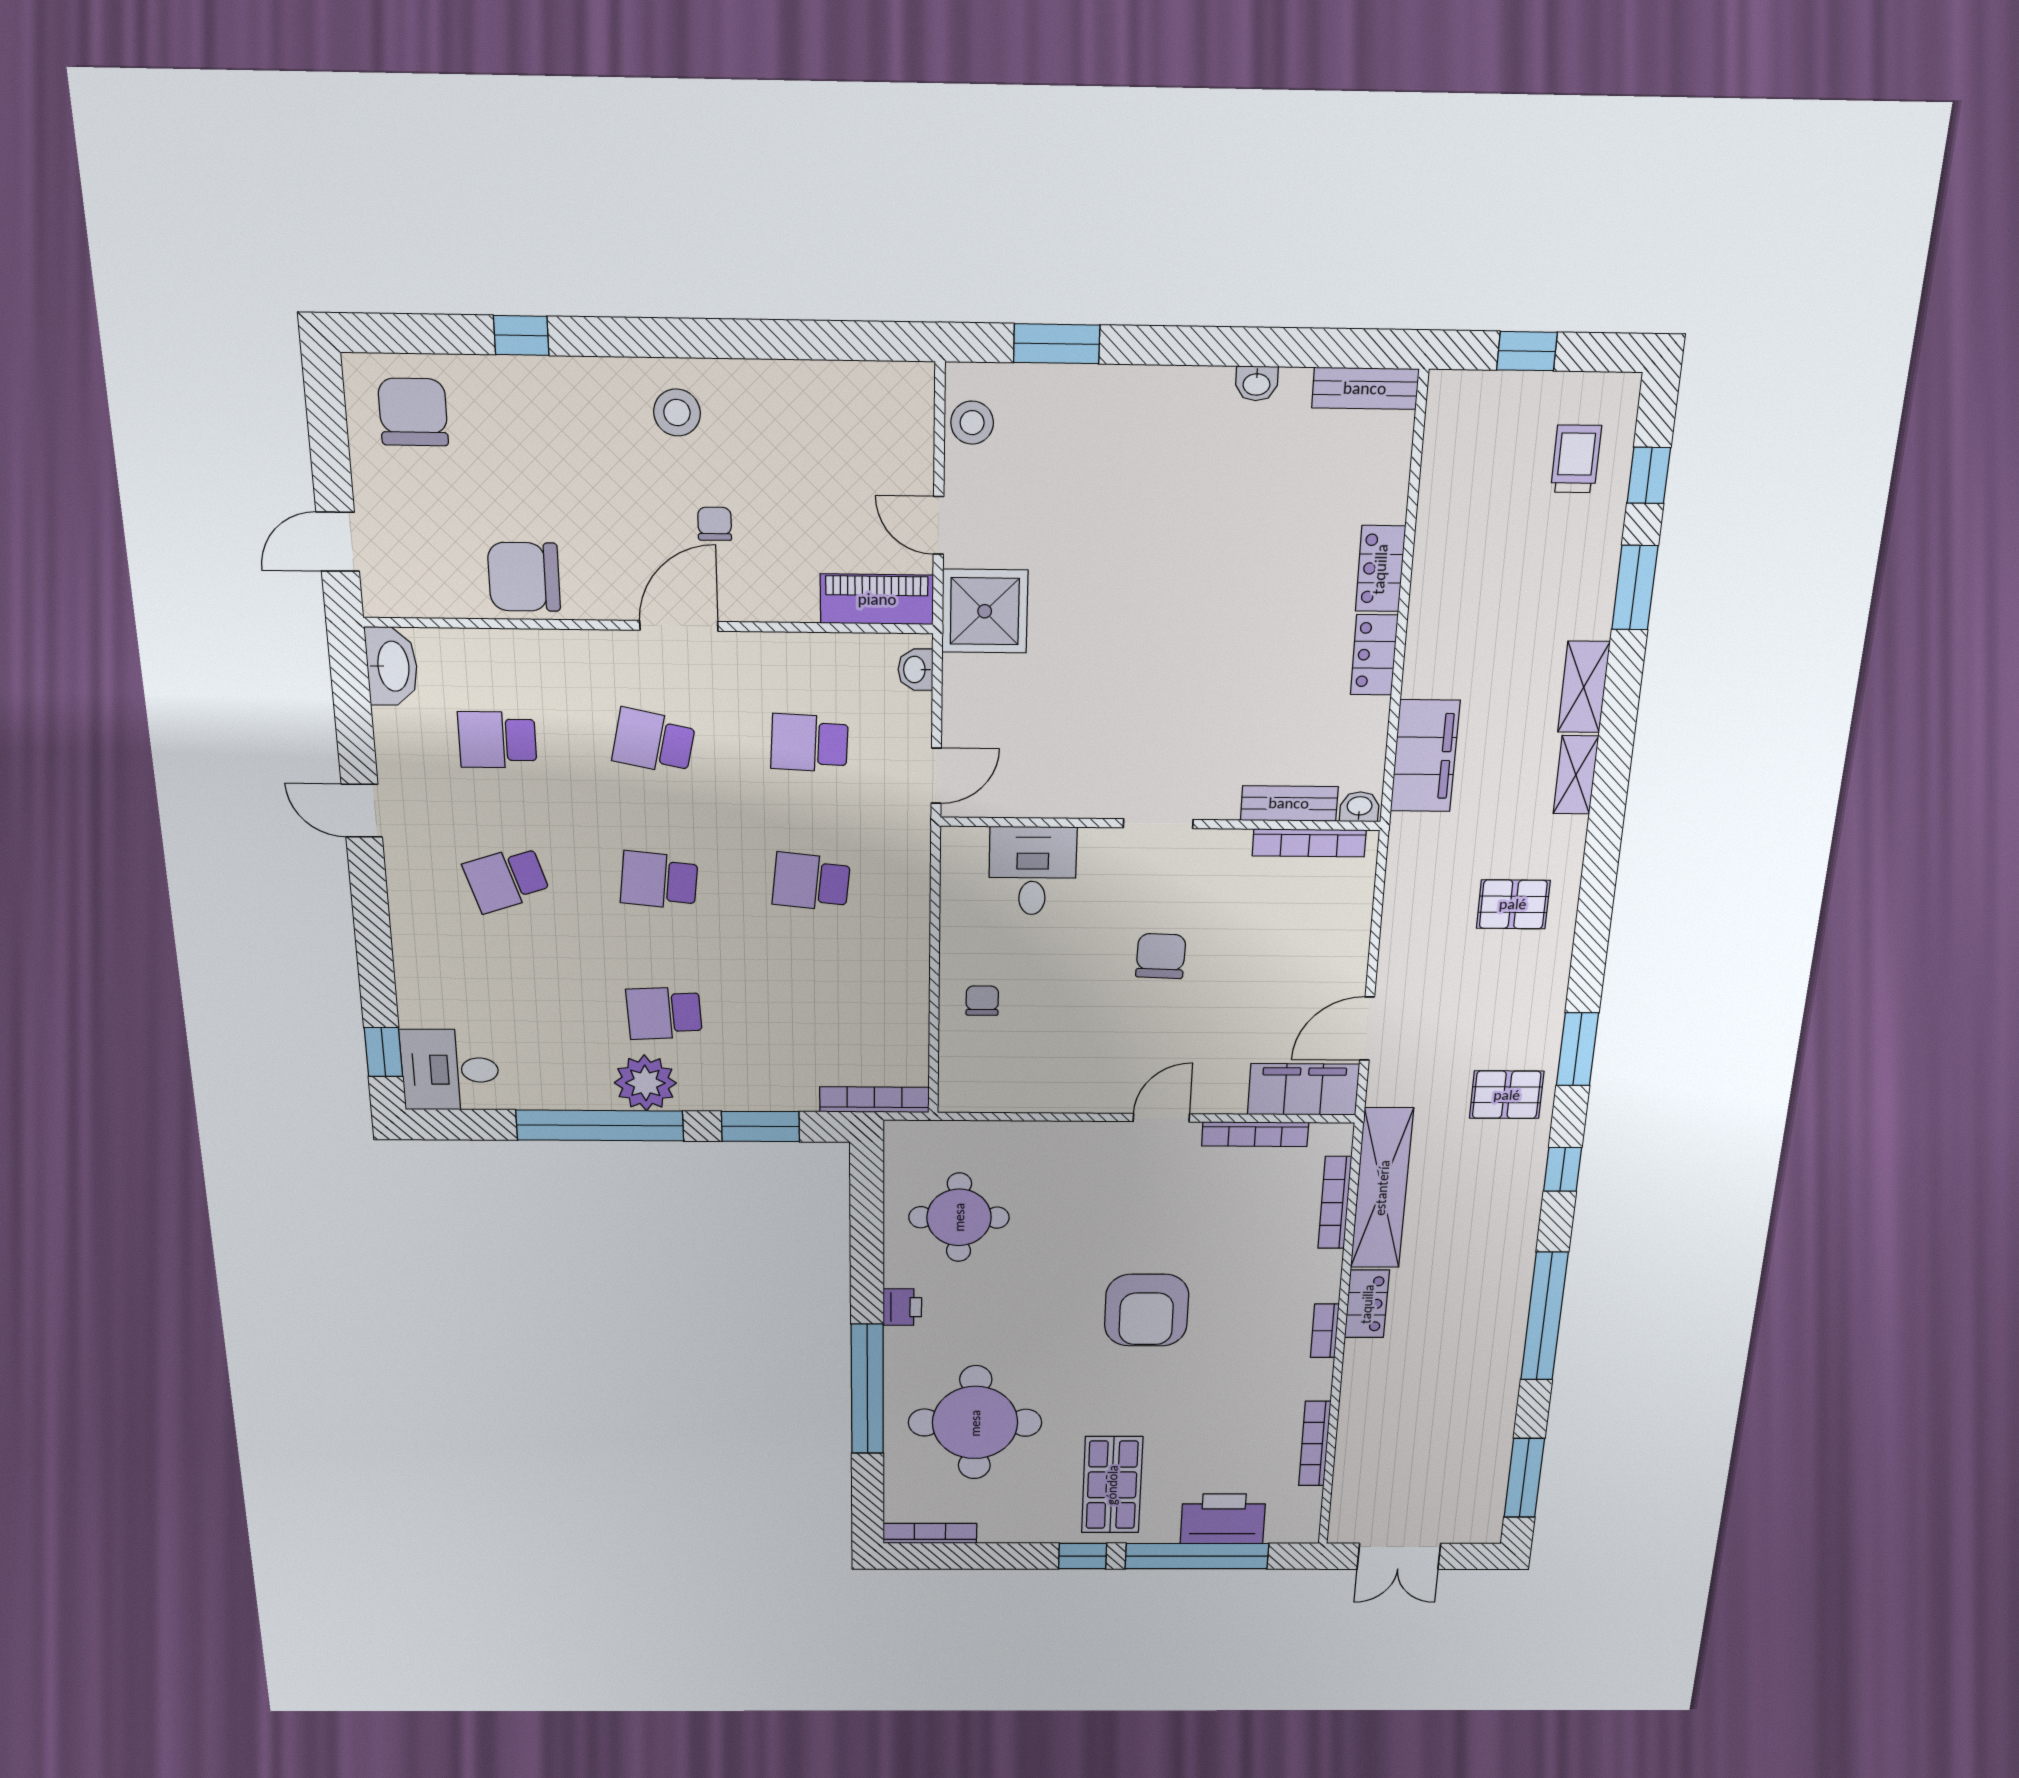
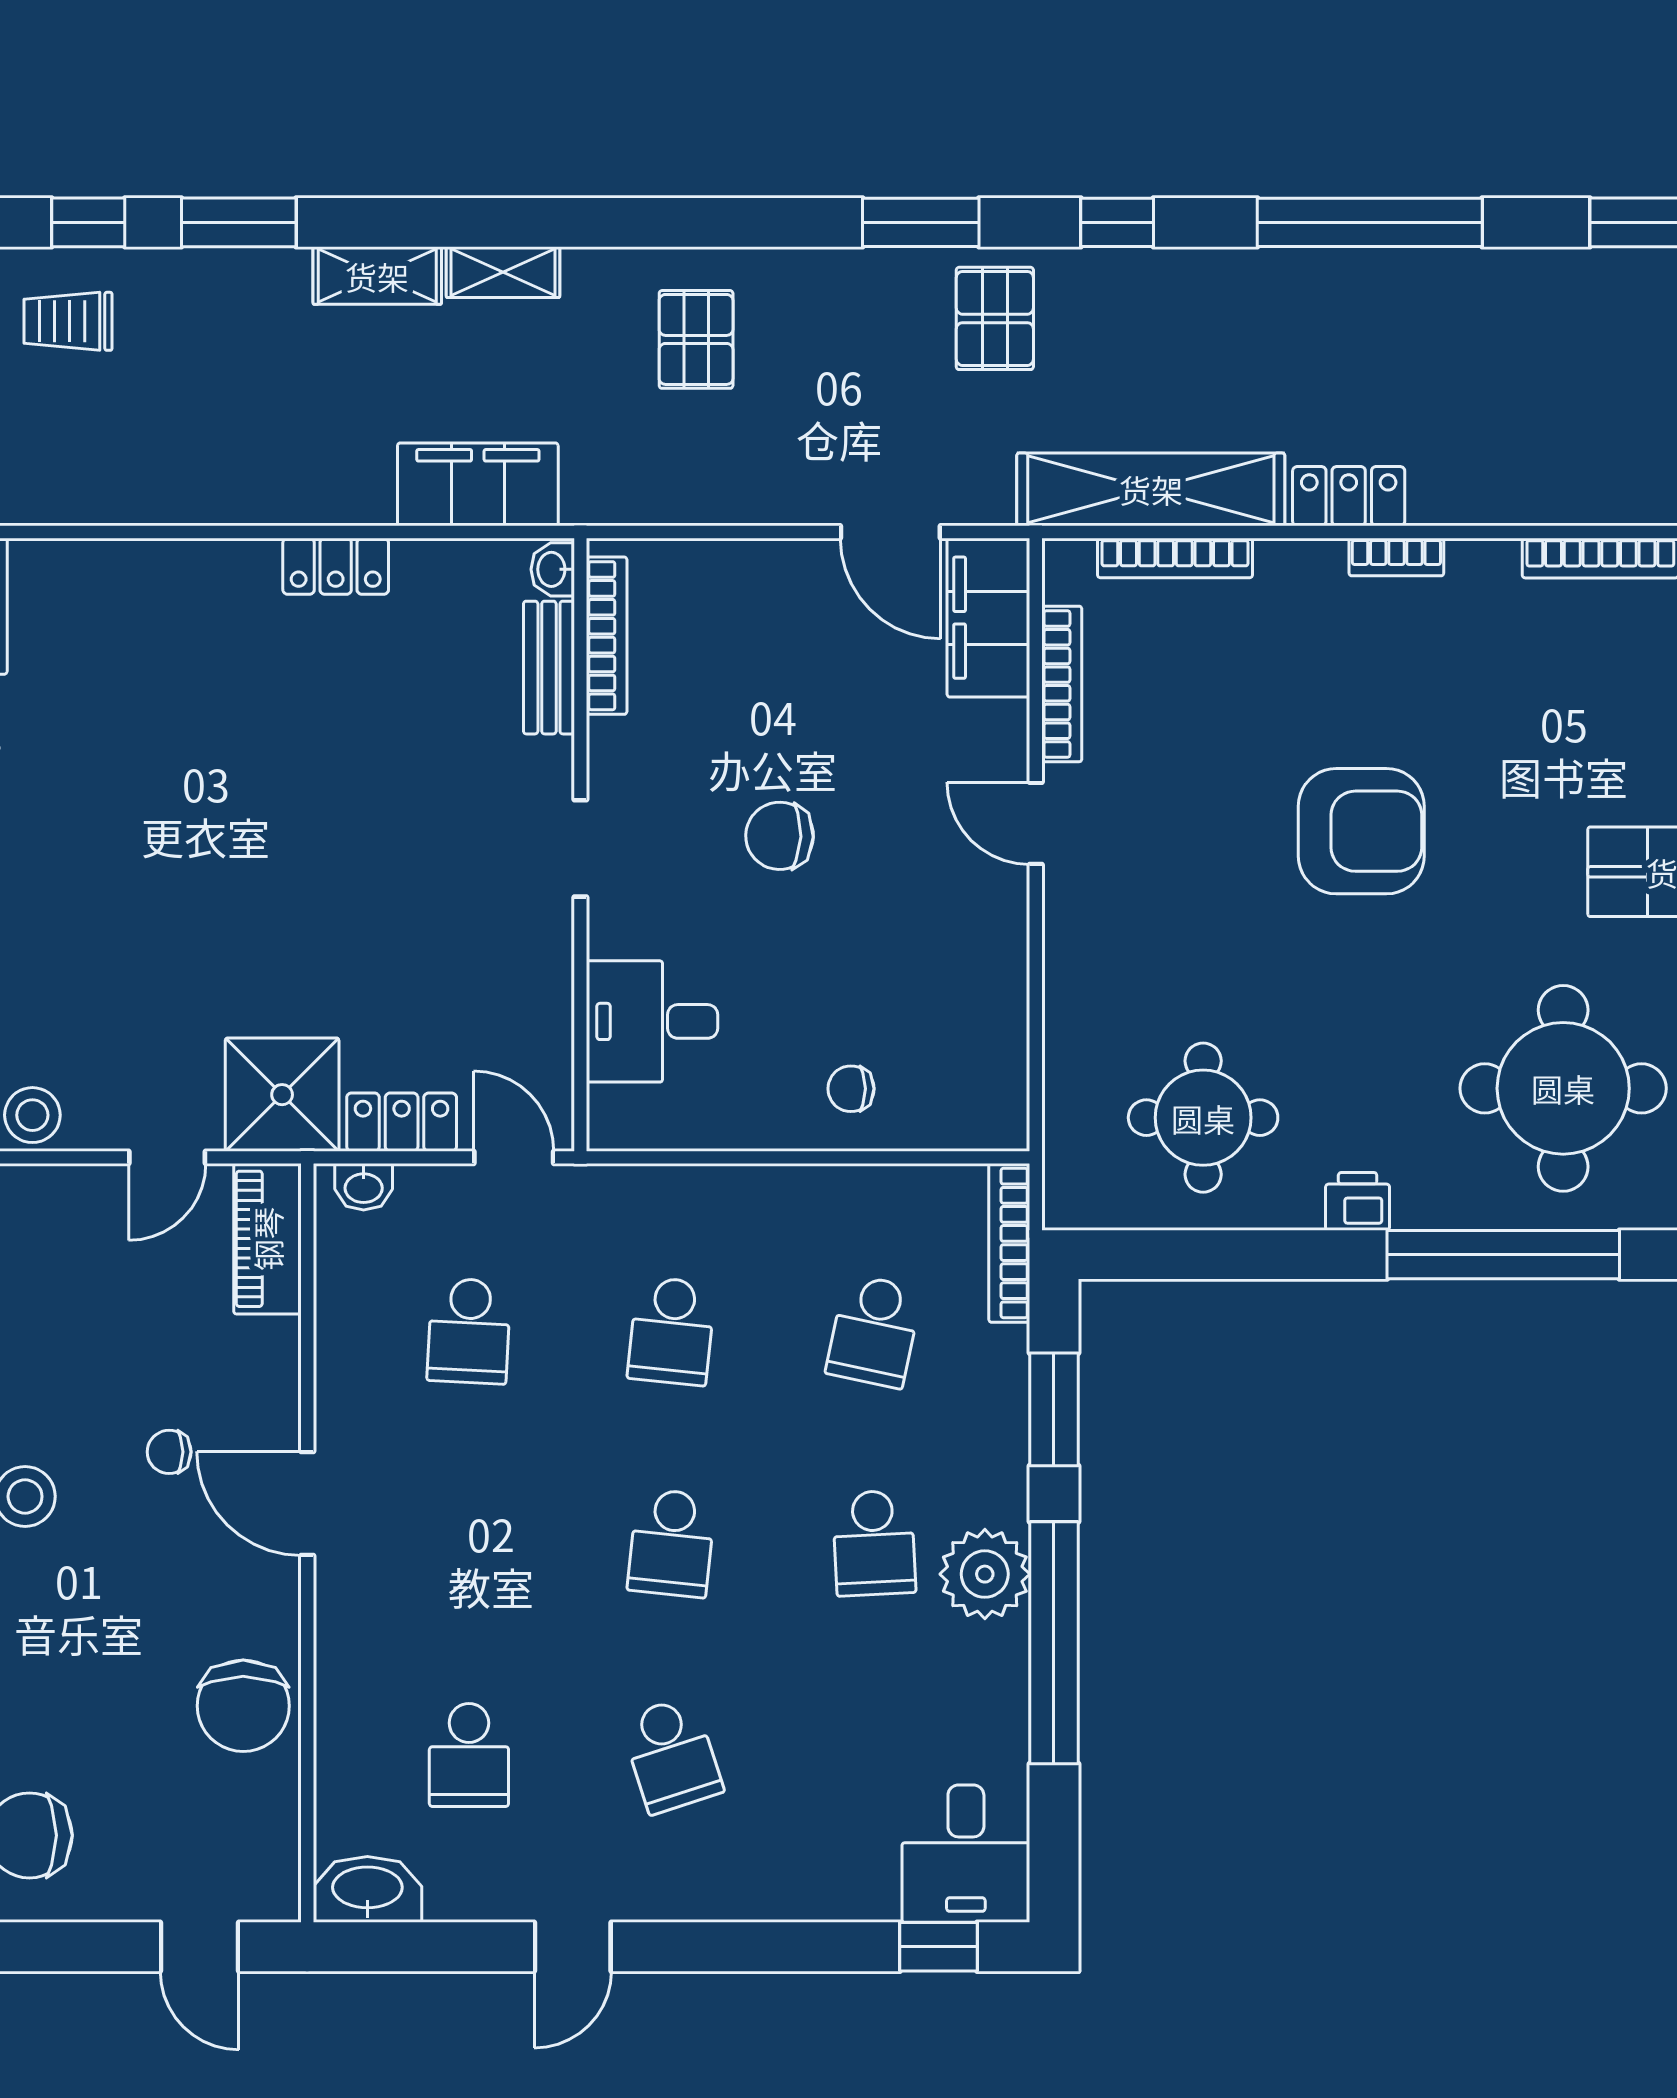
locker: (1380, 569) -> (402, 1122), moved, turned 180
school desk: (654, 741) -> (874, 1331), moved

